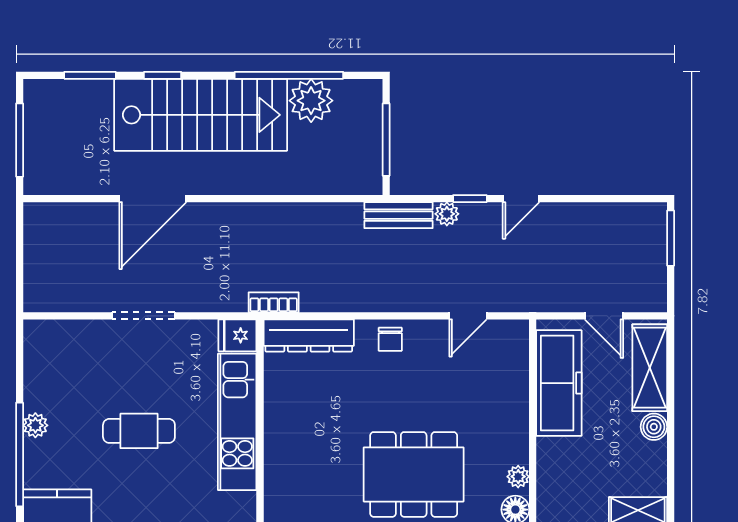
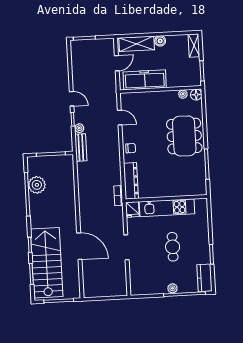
stairs: (201, 115) -> (47, 263), moved

